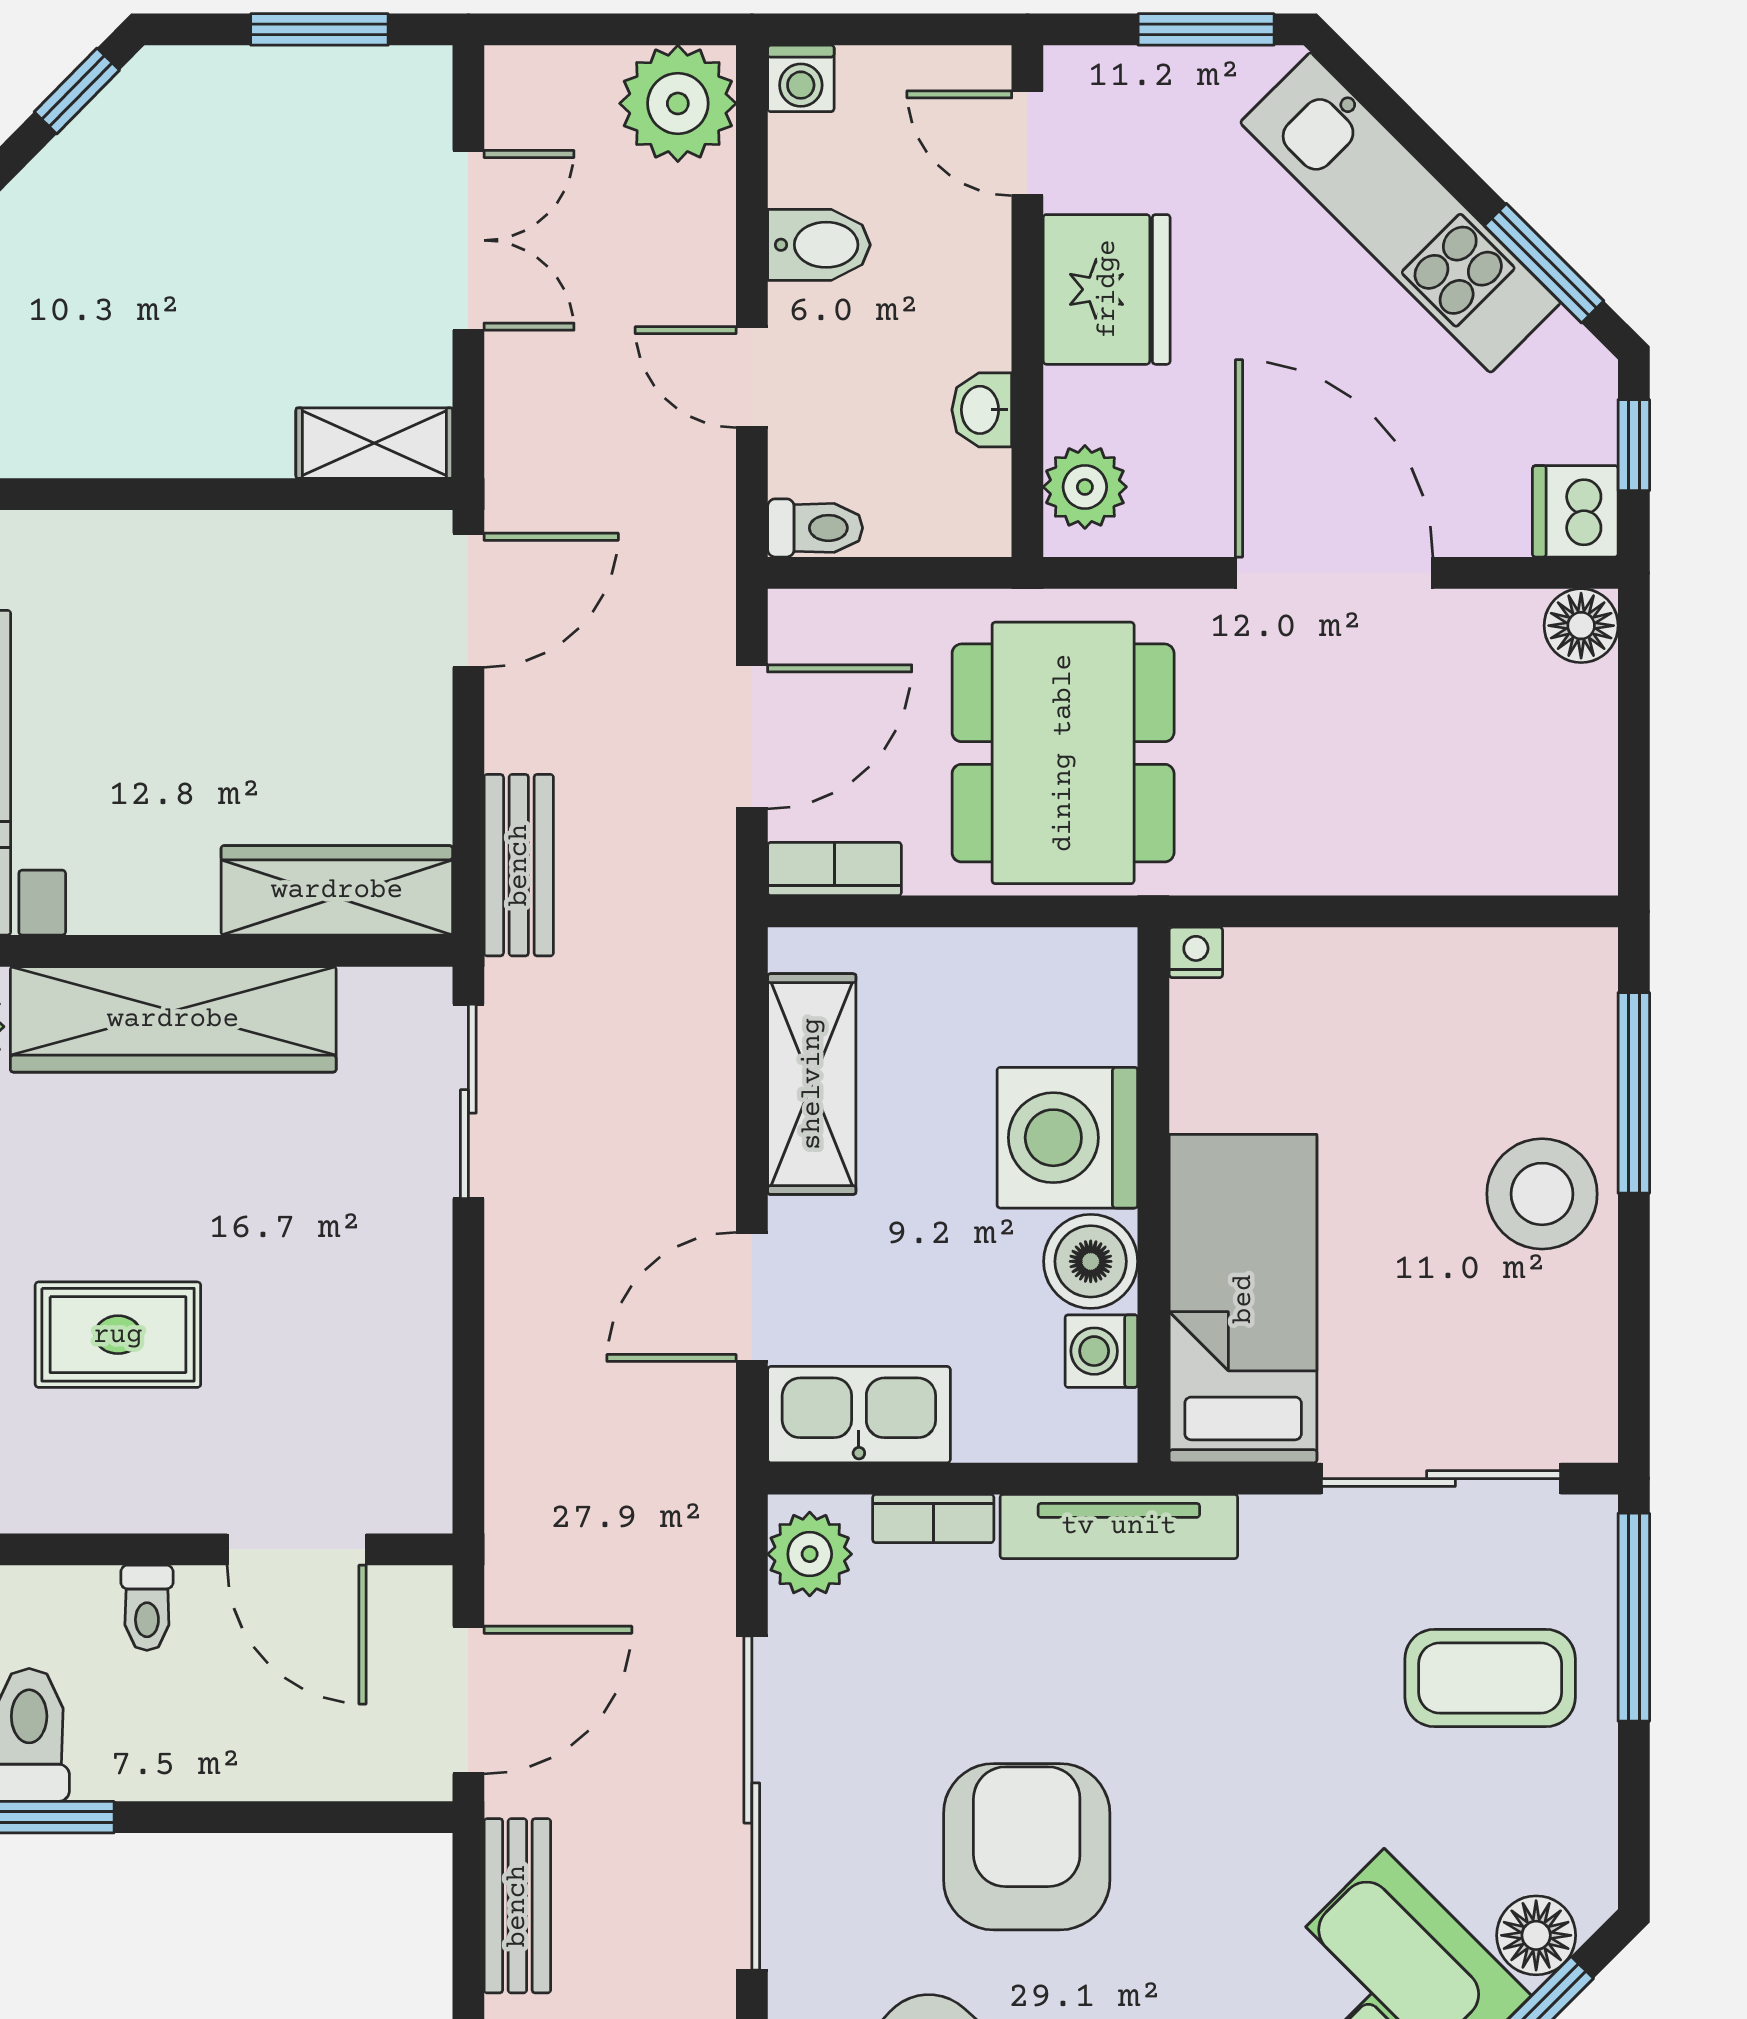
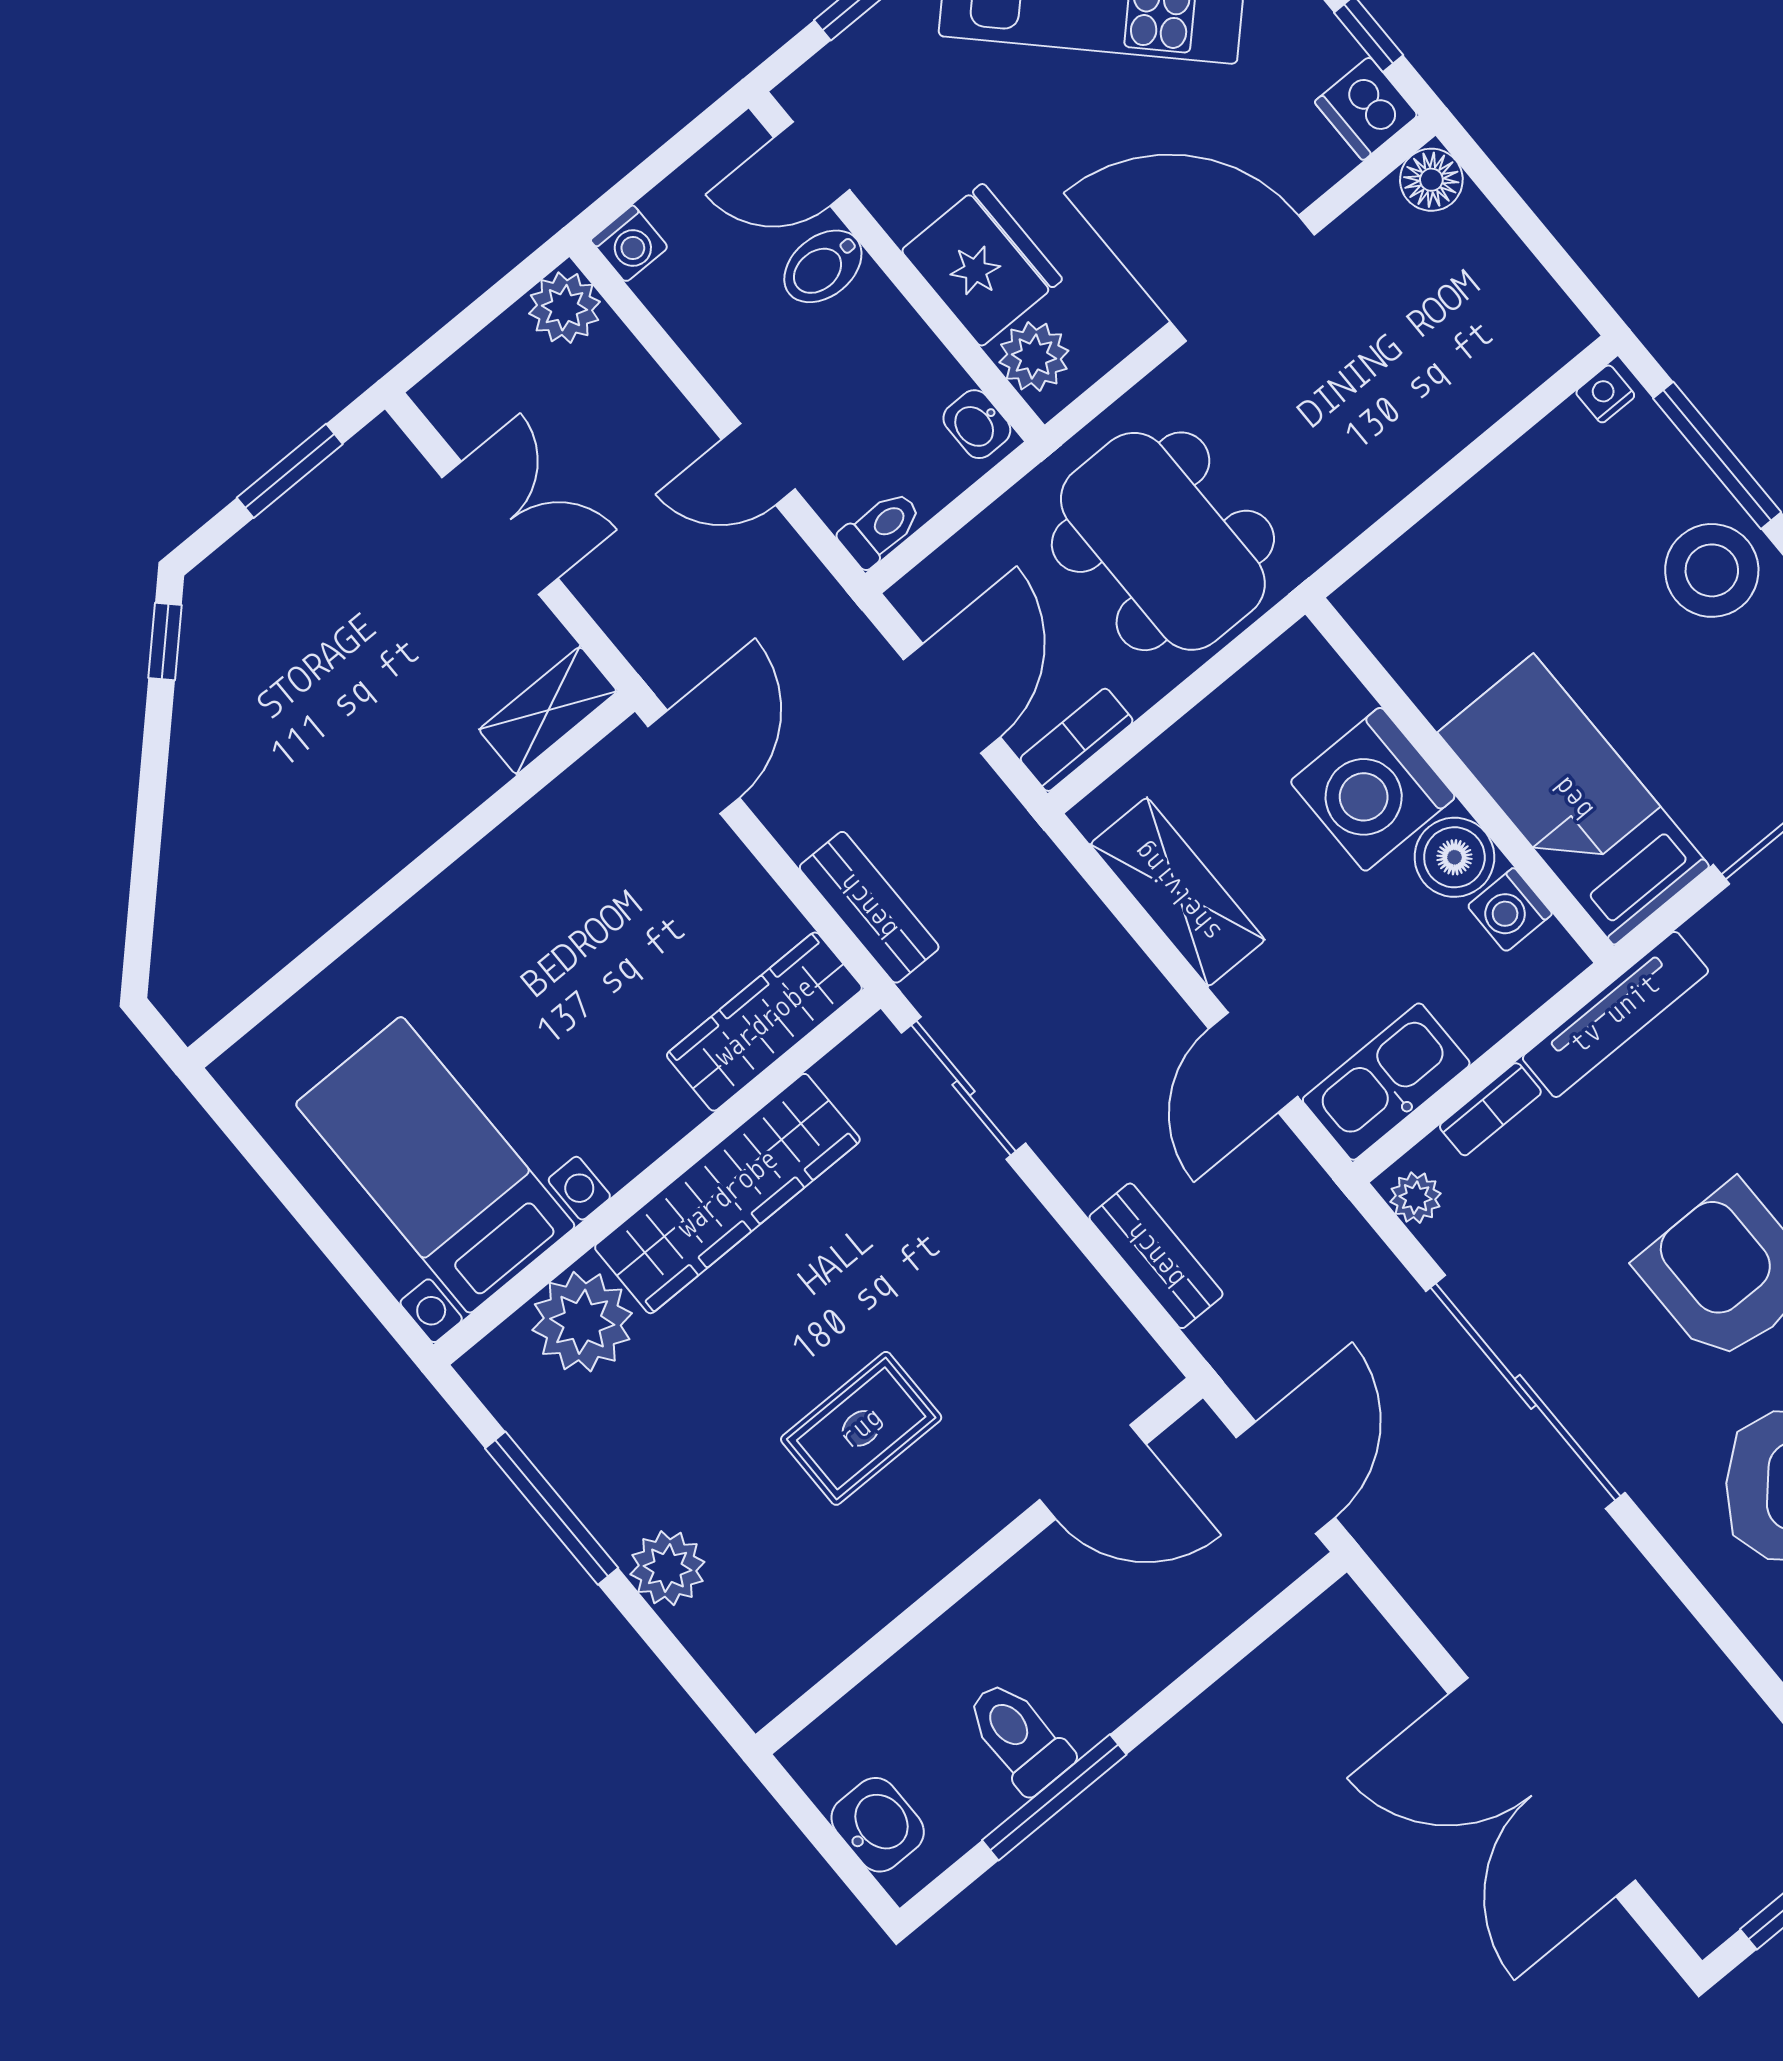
plant: (678, 103) -> (564, 308), width x0.73, depth x0.73
bidet: (819, 245) -> (823, 266), moved, turned 180
fridge: (1107, 289) -> (982, 265), moved
washbasin: (982, 410) -> (977, 424), moved
nightstand: (1196, 952) -> (1605, 394), moved
plant: (810, 1554) -> (1416, 1198), width x0.73, depth x0.73
toilet: (147, 1608) -> (1027, 1590), removed
bench: (517, 1906) -> (1156, 1256), moved

